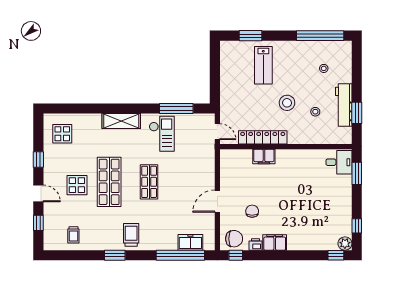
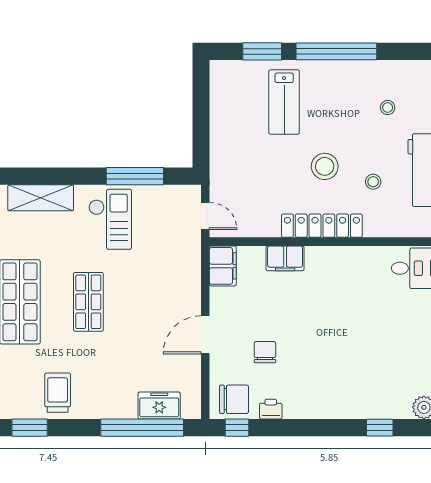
window: (320, 36) -> (336, 51), moved
locker: (263, 137) -> (322, 226), moved
filing cabinet: (275, 243) -> (223, 266), moved, turned 90
window: (336, 255) -> (380, 428), moved

